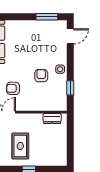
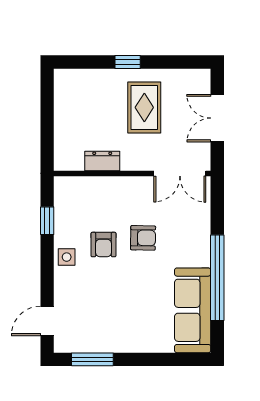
armchair: (13, 88) -> (143, 238), moved
dresser: (52, 119) -> (102, 161), moved

